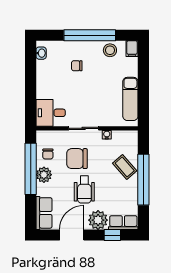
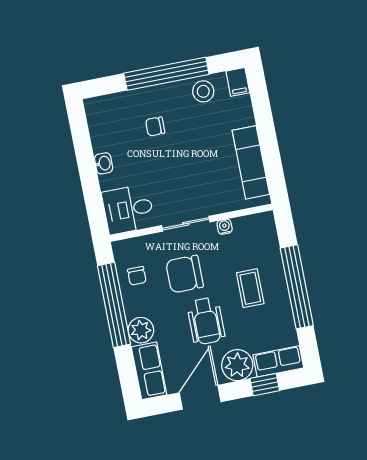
washbasin: (41, 53) -> (104, 163), moved
coffee table: (125, 167) -> (250, 288), moved, turned 41
plant: (44, 175) -> (141, 330), moved

